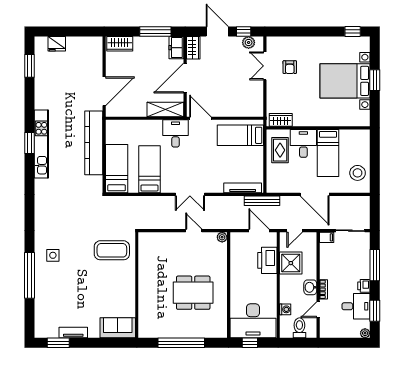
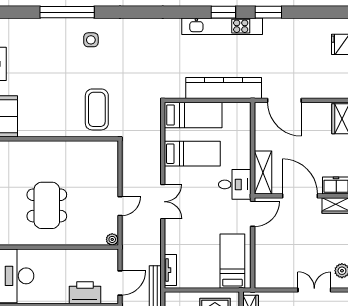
window: (29, 66) -> (268, 12), moved
tv unit: (243, 188) -> (170, 270), width x0.71
double door: (190, 194) -> (163, 202), swing flipped

